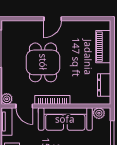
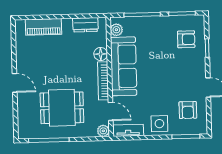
dining table: (43, 62) -> (62, 108), moved
floor lamp: (77, 98) -> (101, 54), added
door: (24, 106) -> (111, 111), hinge flipped

